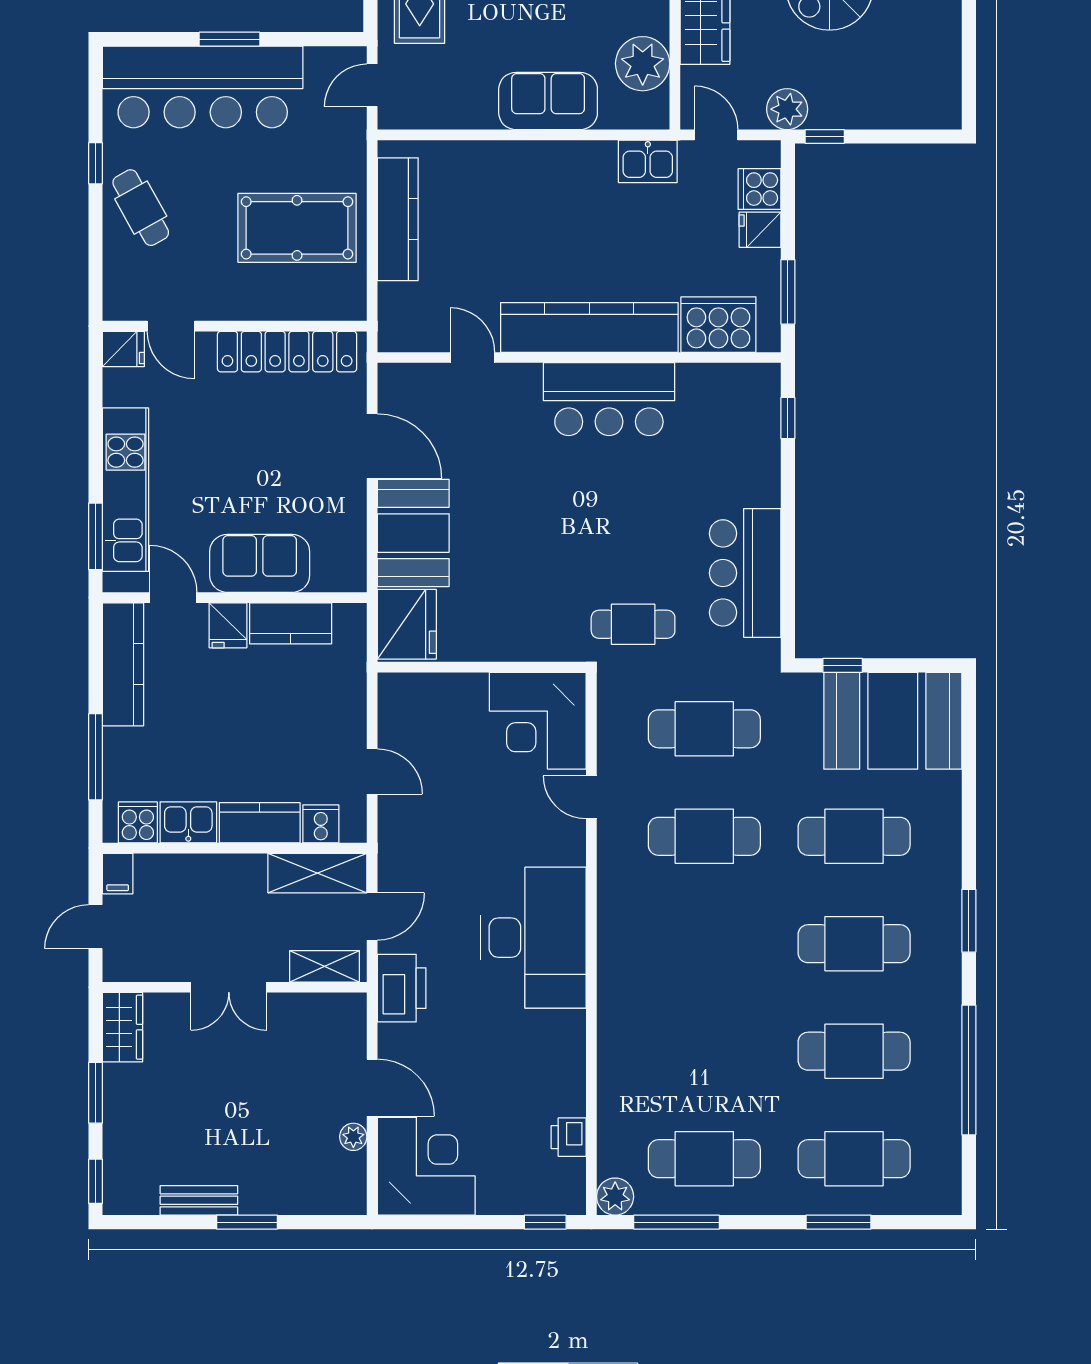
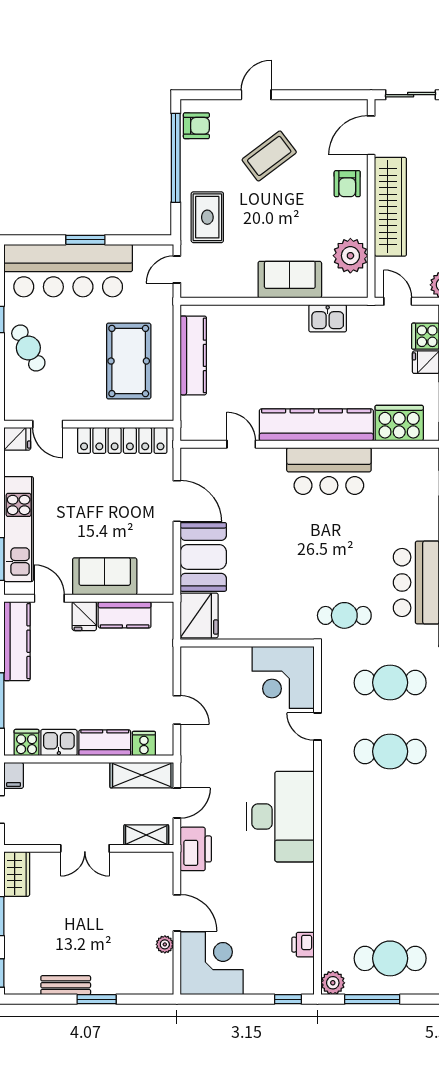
kitchen sink: (648, 161) -> (328, 318), moved
pool table: (297, 228) -> (129, 361), turned 90

